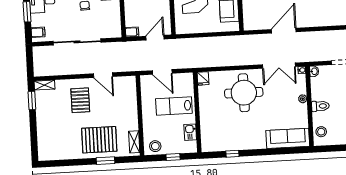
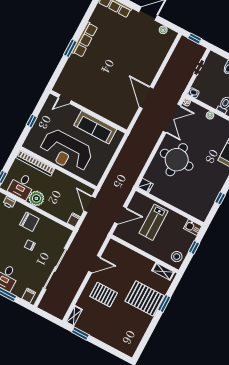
kitchen sink: (190, 132) -> (193, 227), moved
pallet: (99, 140) -> (144, 298), turned 90

